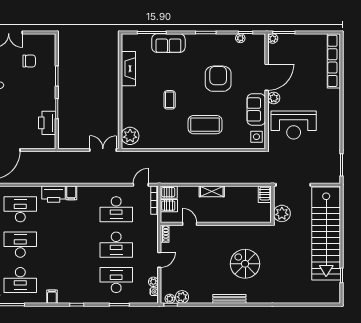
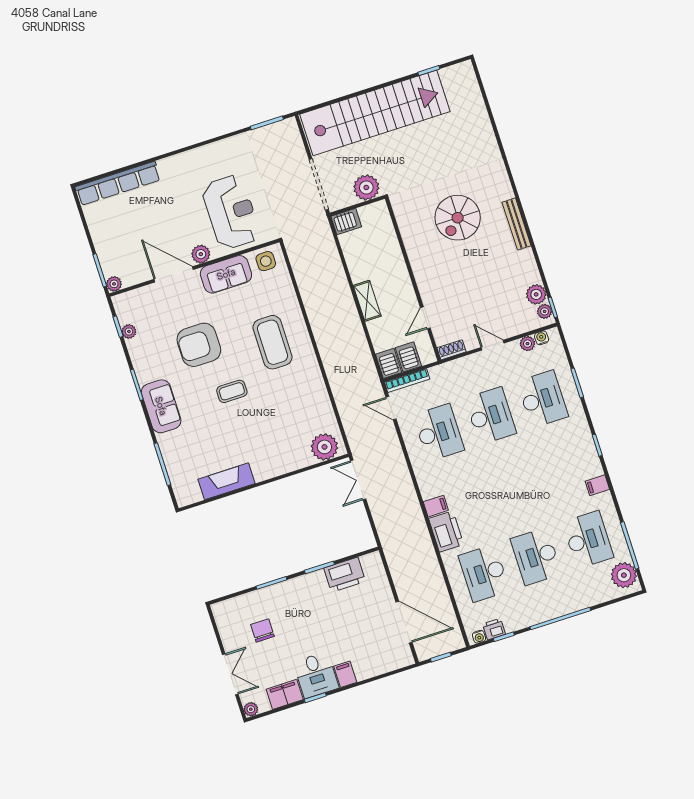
sofa: (168, 43) -> (161, 406), moved
coffee table: (170, 100) -> (232, 391), moved
desk: (116, 280) -> (543, 399), turned 180

